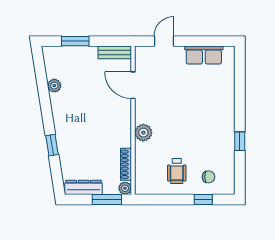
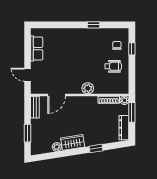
wardrobe: (61, 110) -> (73, 142), added

